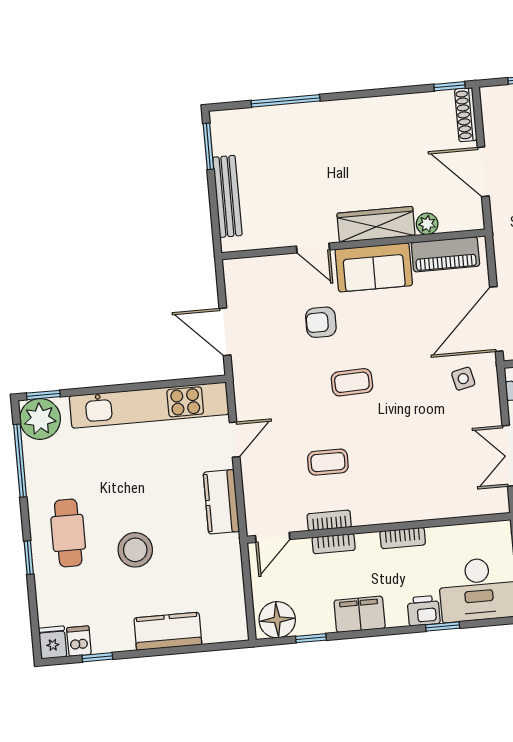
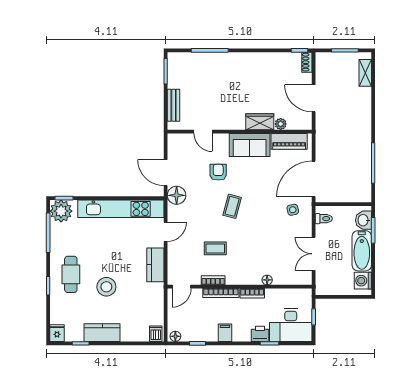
shoe rack: (466, 115) -> (307, 62), width x0.70
bench: (227, 196) -> (174, 105), width x0.73
wardrobe: (376, 224) -> (260, 122), width x0.67
door: (313, 248) -> (203, 132), moved
armchair: (321, 322) -> (218, 172), turned 90
floor lamp: (249, 371) -> (177, 195), added
coffee table: (352, 382) -> (232, 206), turned -73
floor lamp: (428, 511) -> (267, 280), added
bookcase: (334, 544) -> (221, 293), width x1.56
filing cabinet: (360, 614) -> (225, 333), width x0.50
floor lamp: (277, 620) -> (175, 336), width x0.53, depth x0.53
kitchen counter: (168, 631) -> (102, 333), moved
dishwasher: (79, 641) -> (156, 334), moved

